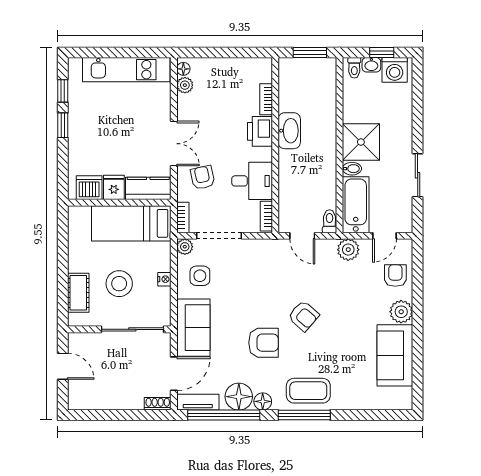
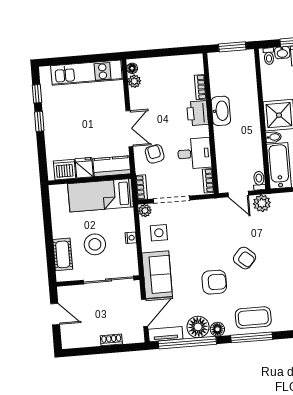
plant: (348, 250) -> (262, 203), moved
shoe rack: (158, 404) -> (111, 340), moved

